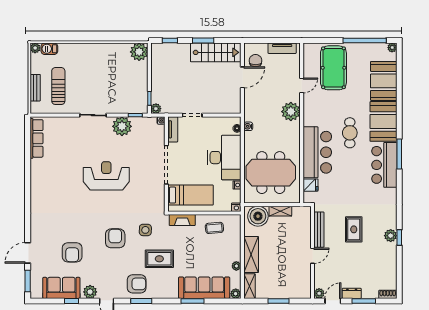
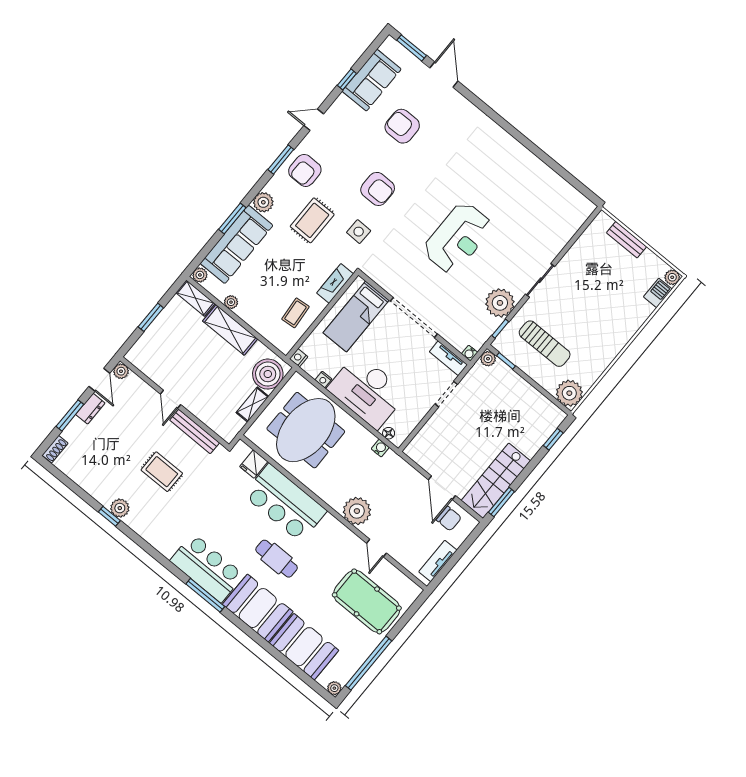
window: (203, 40) -> (501, 502), moved
sun lounger: (58, 86) -> (545, 344), moved
row of seats: (36, 138) -> (567, 193), removed
plant: (90, 292) -> (263, 202), moved

